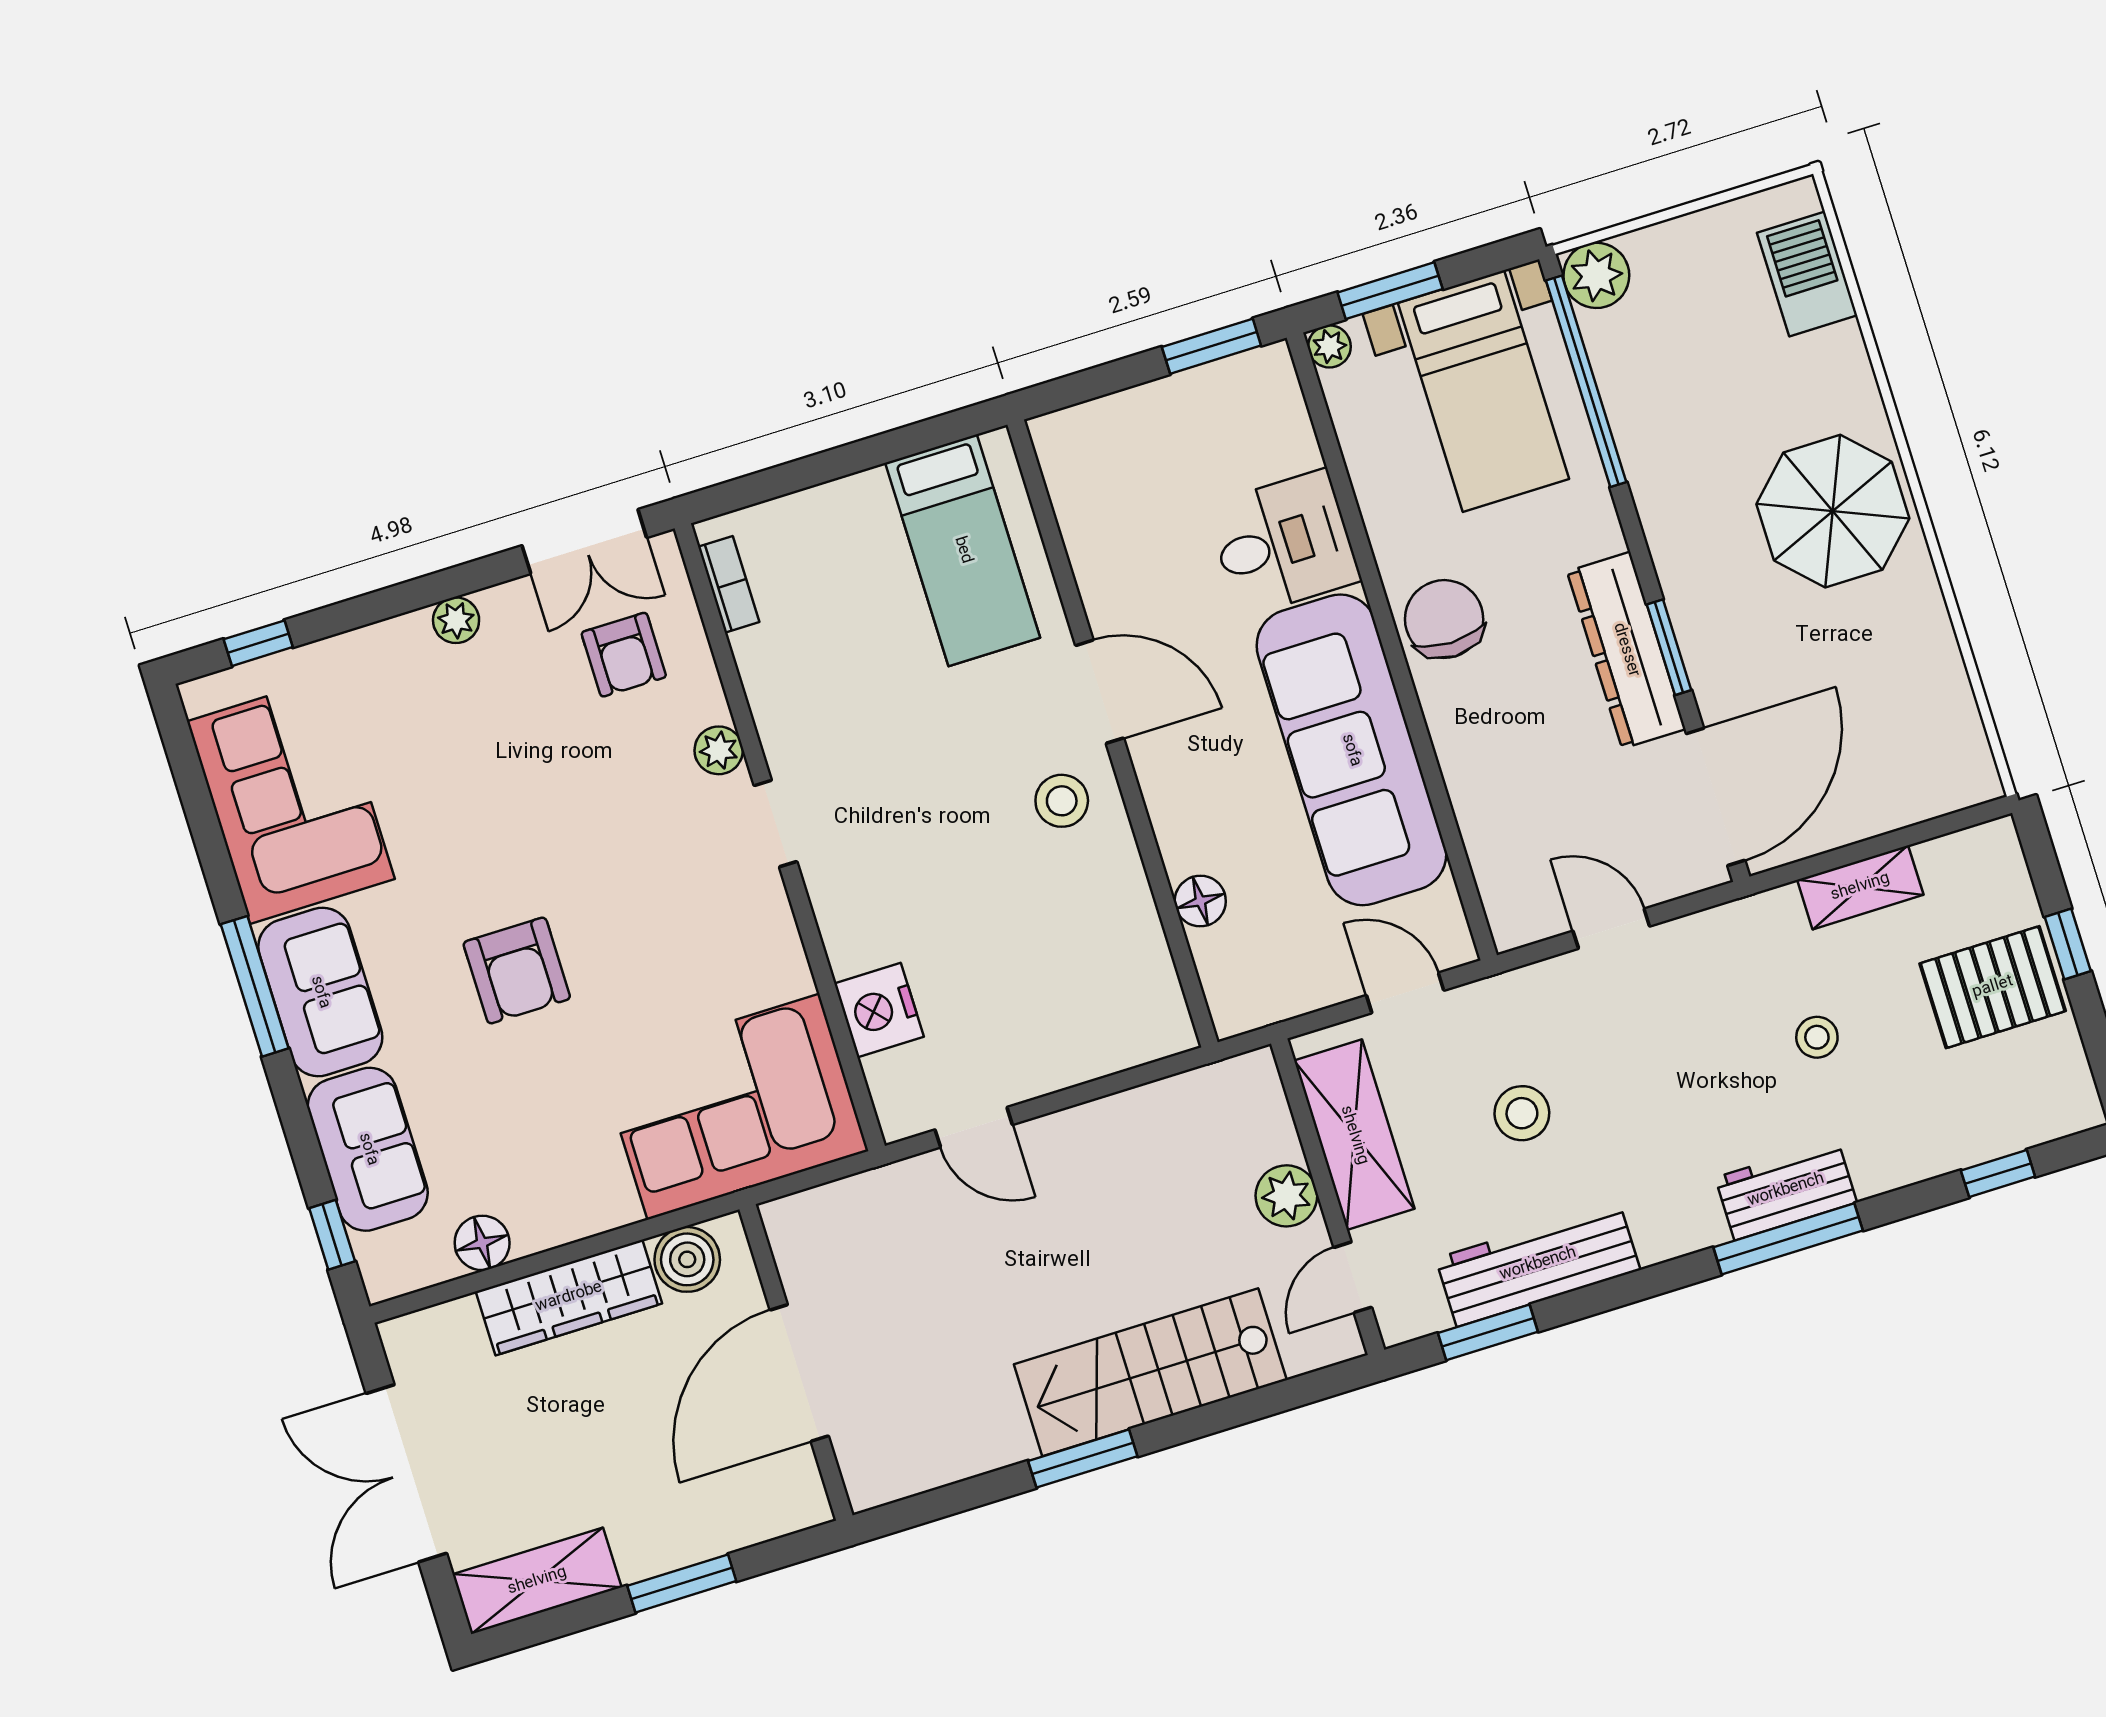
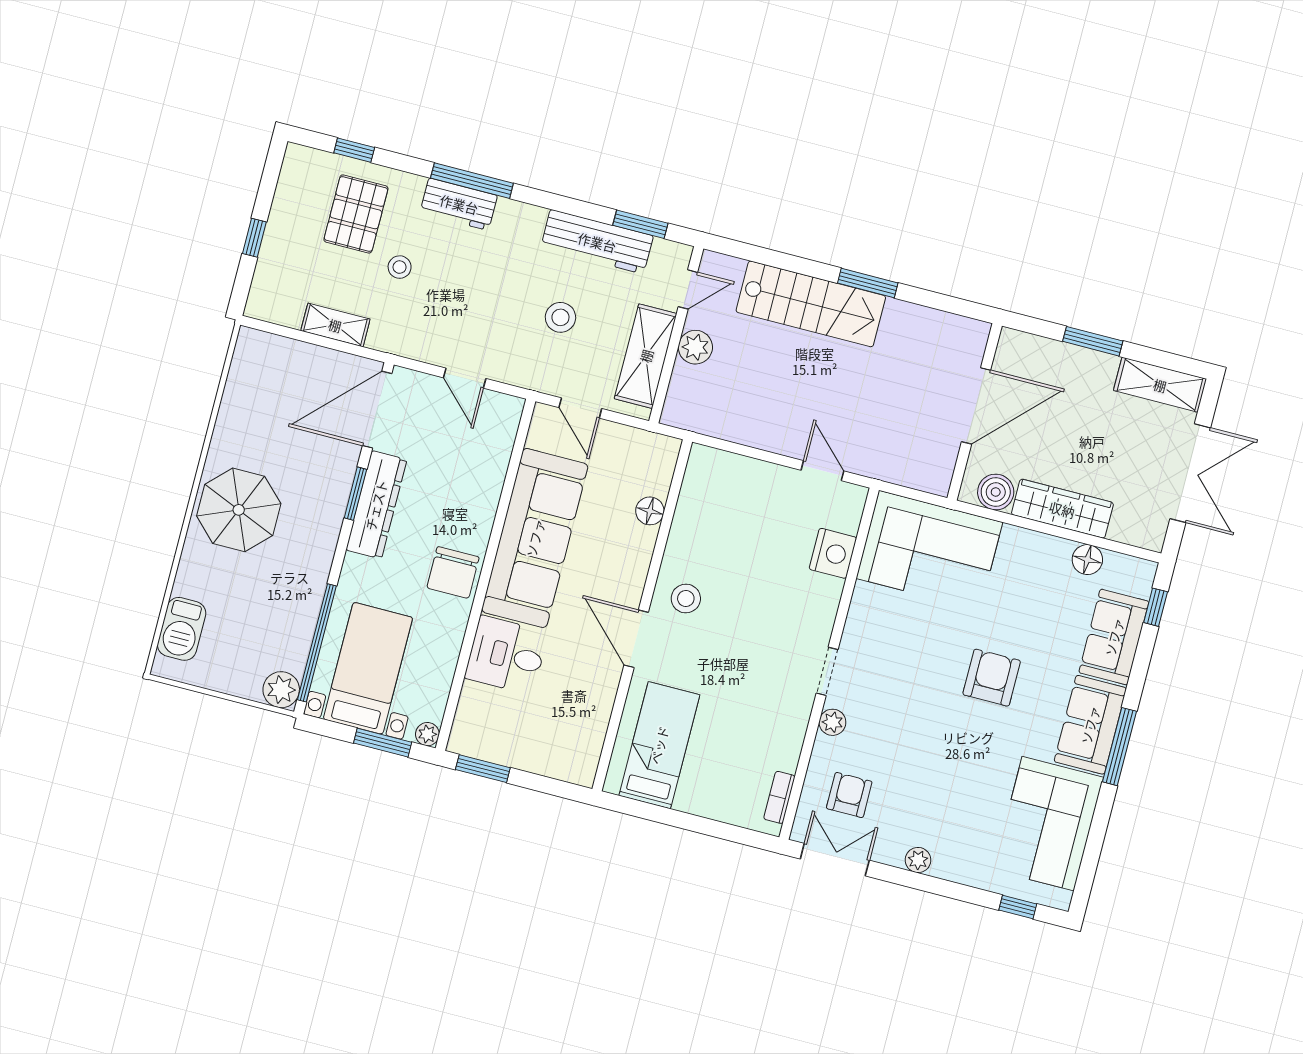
pallet: (1993, 987) -> (356, 214), moved, turned 90

